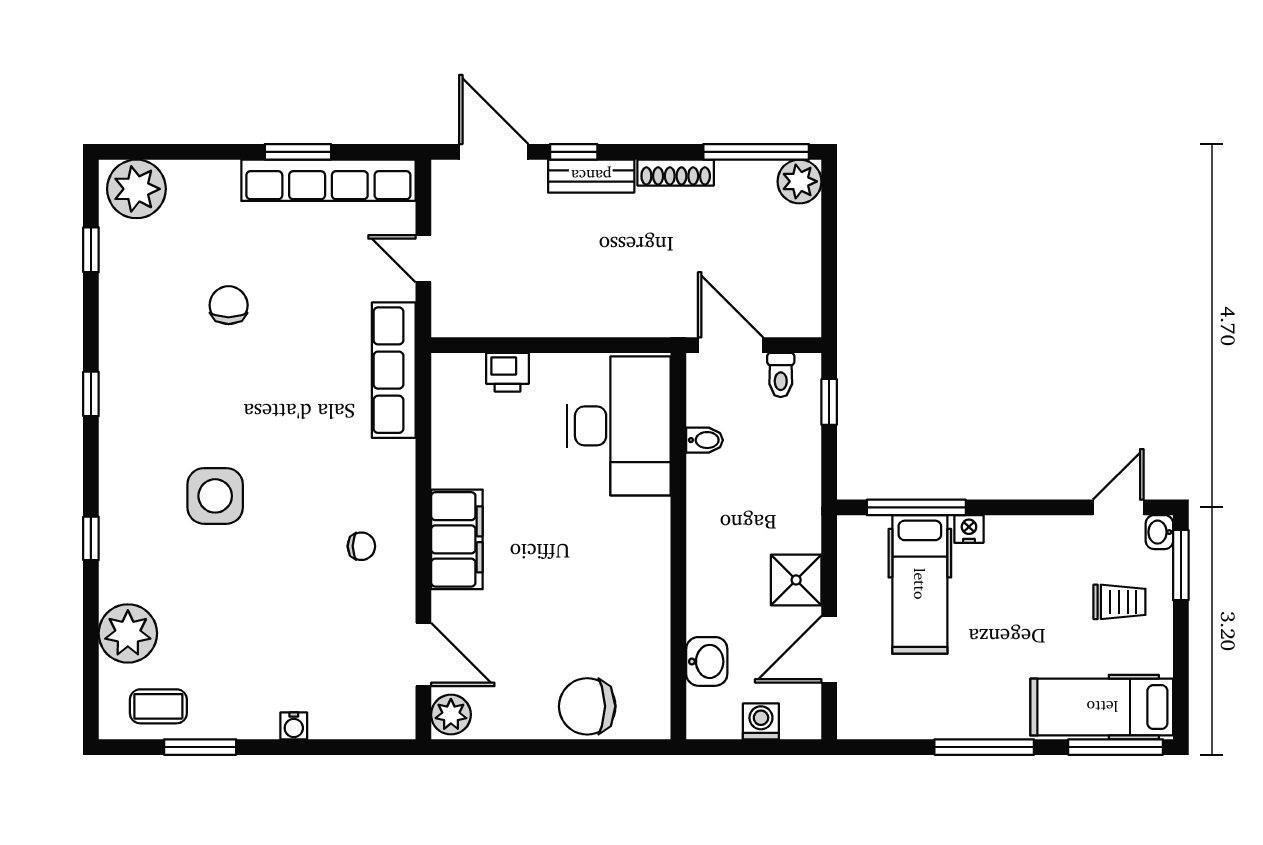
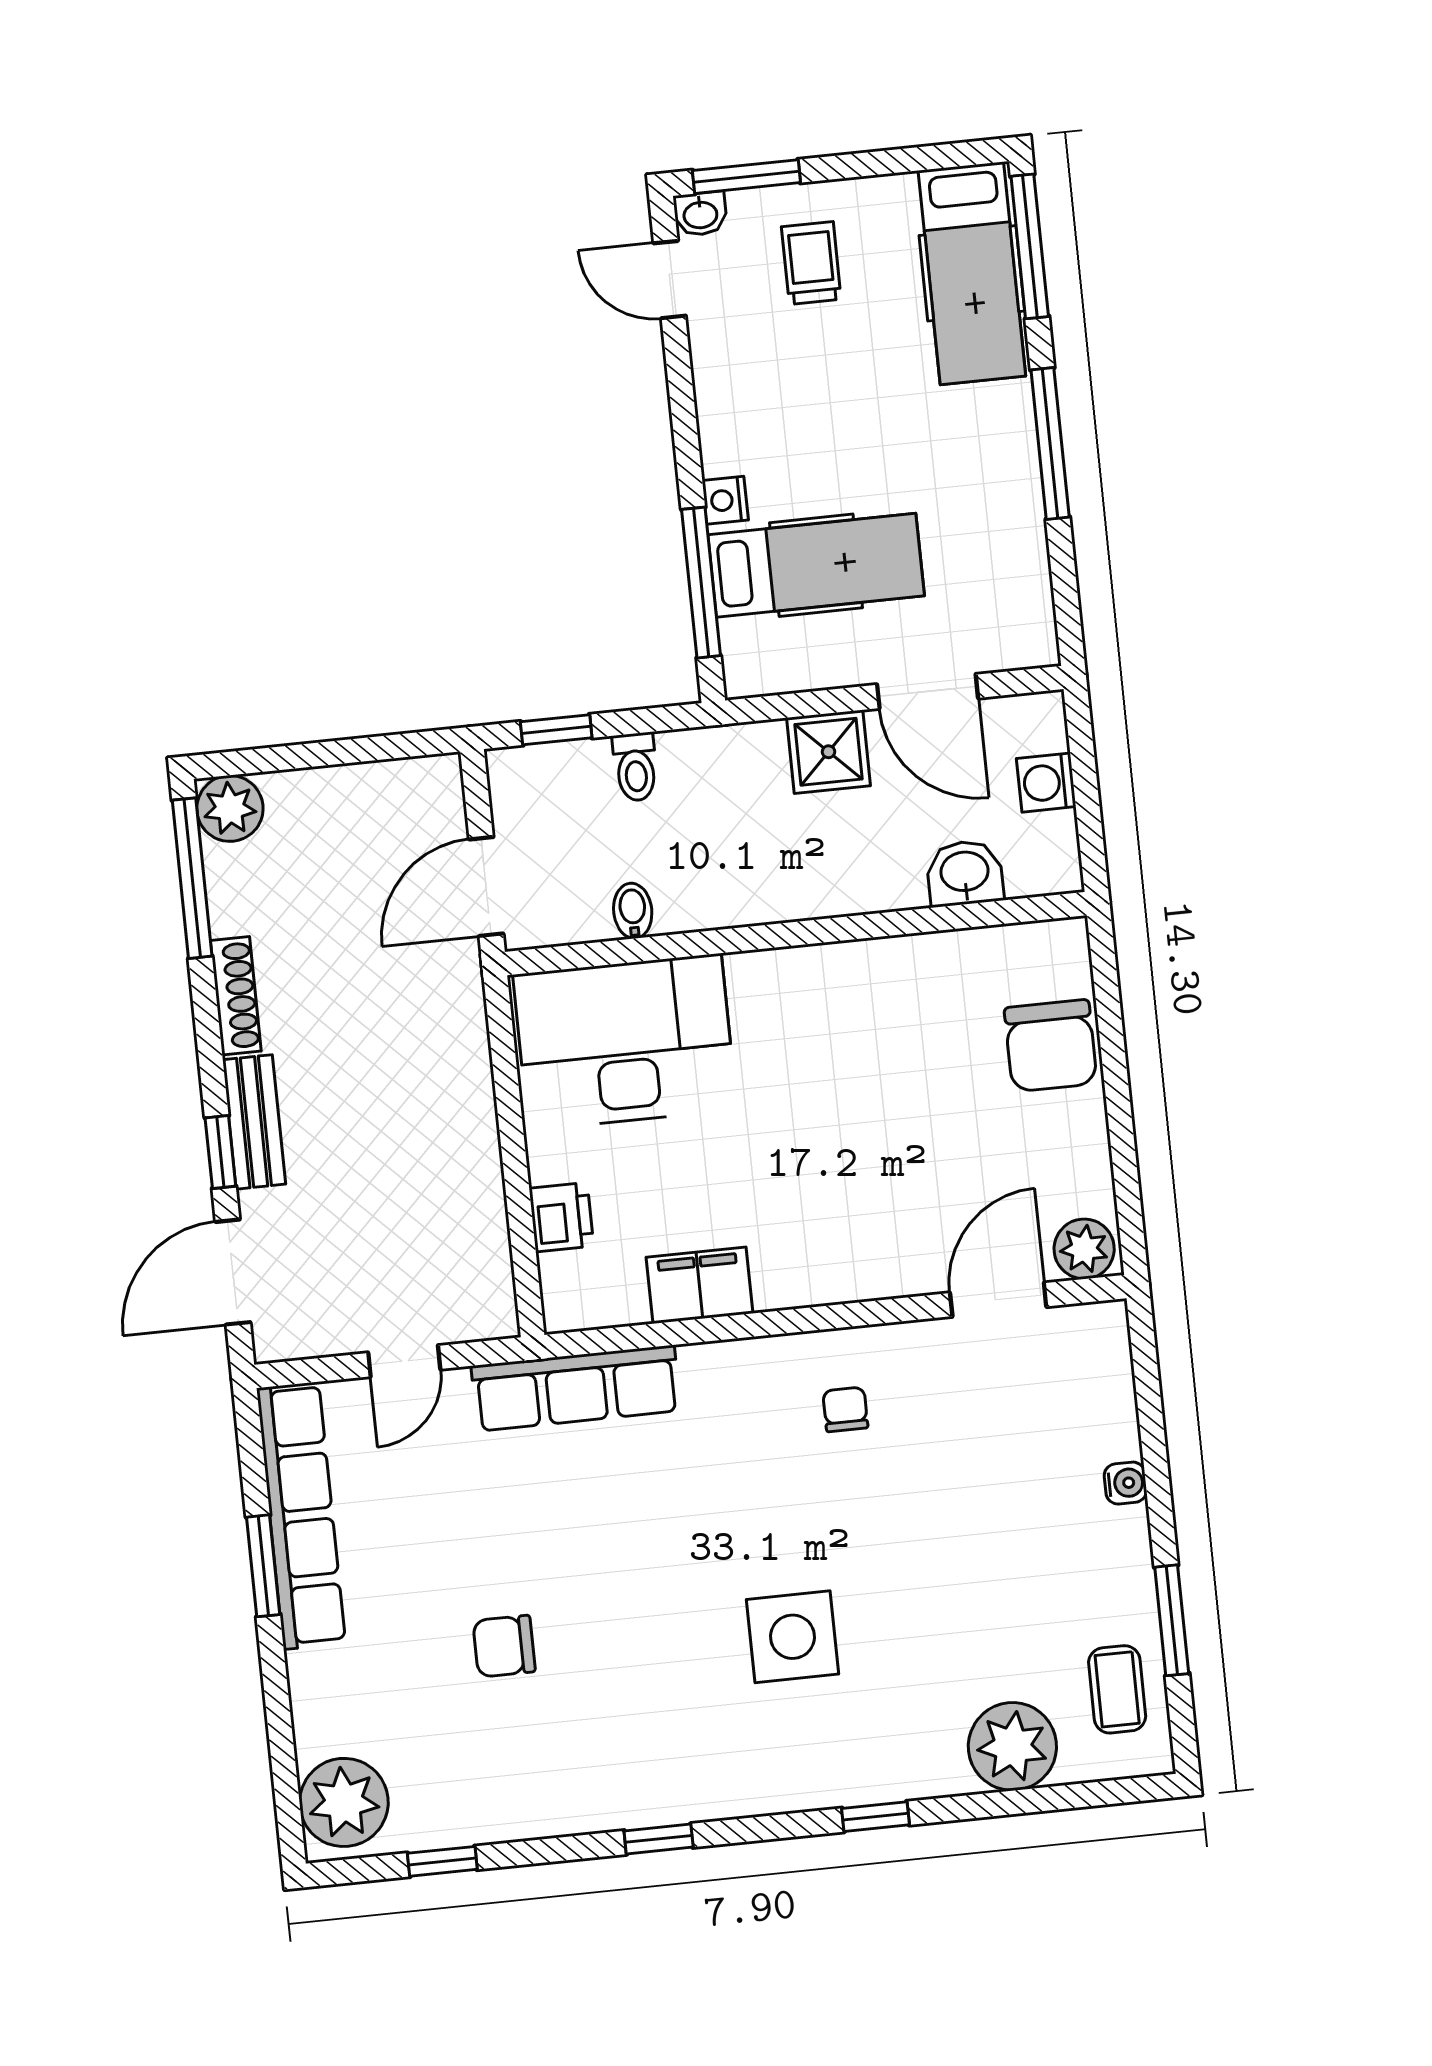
toilet: (781, 375) -> (635, 767), moved, turned 90
filing cabinet: (457, 539) -> (699, 1285), moved, width x0.67, depth x0.86

